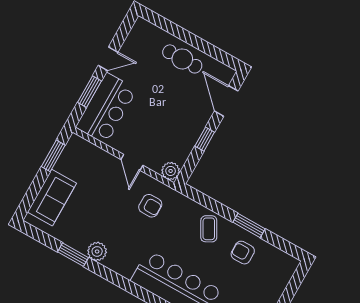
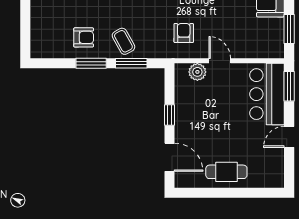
window: (89, 92) -> (289, 86), moved
plant: (171, 171) -> (197, 72), moved
window: (213, 205) -> (131, 63), added
armchair: (150, 206) -> (184, 33), turned 90

